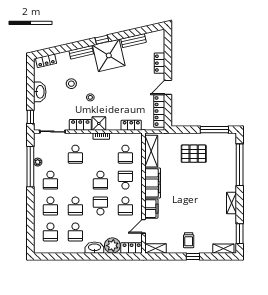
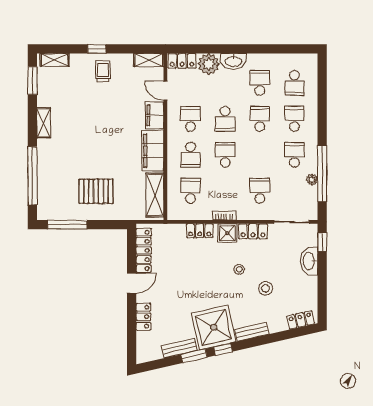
window: (123, 35) -> (194, 356), added
washbasin: (40, 92) -> (309, 261), moved
locker: (131, 125) -> (200, 231), moved
door: (144, 226) -> (165, 91), swing flipped
school desk: (50, 232) -> (294, 83), turned 180

